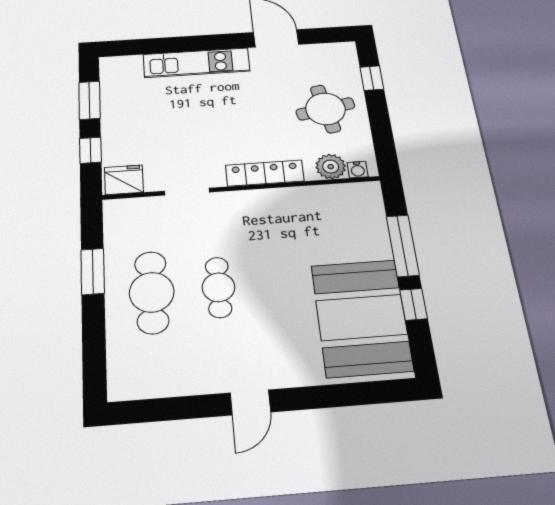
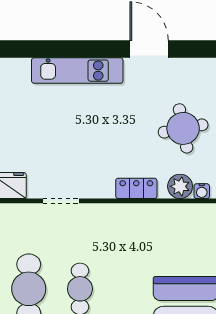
locker: (265, 173) -> (136, 188), width x0.66

